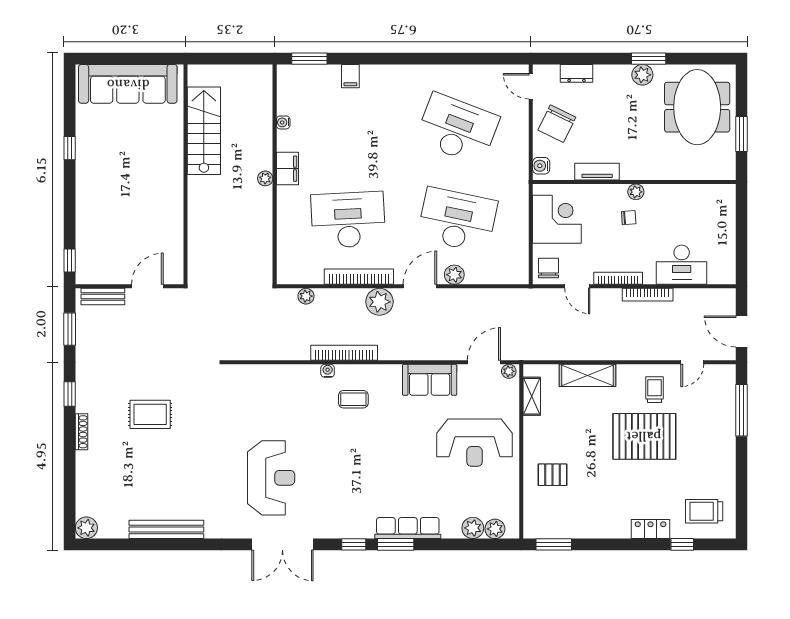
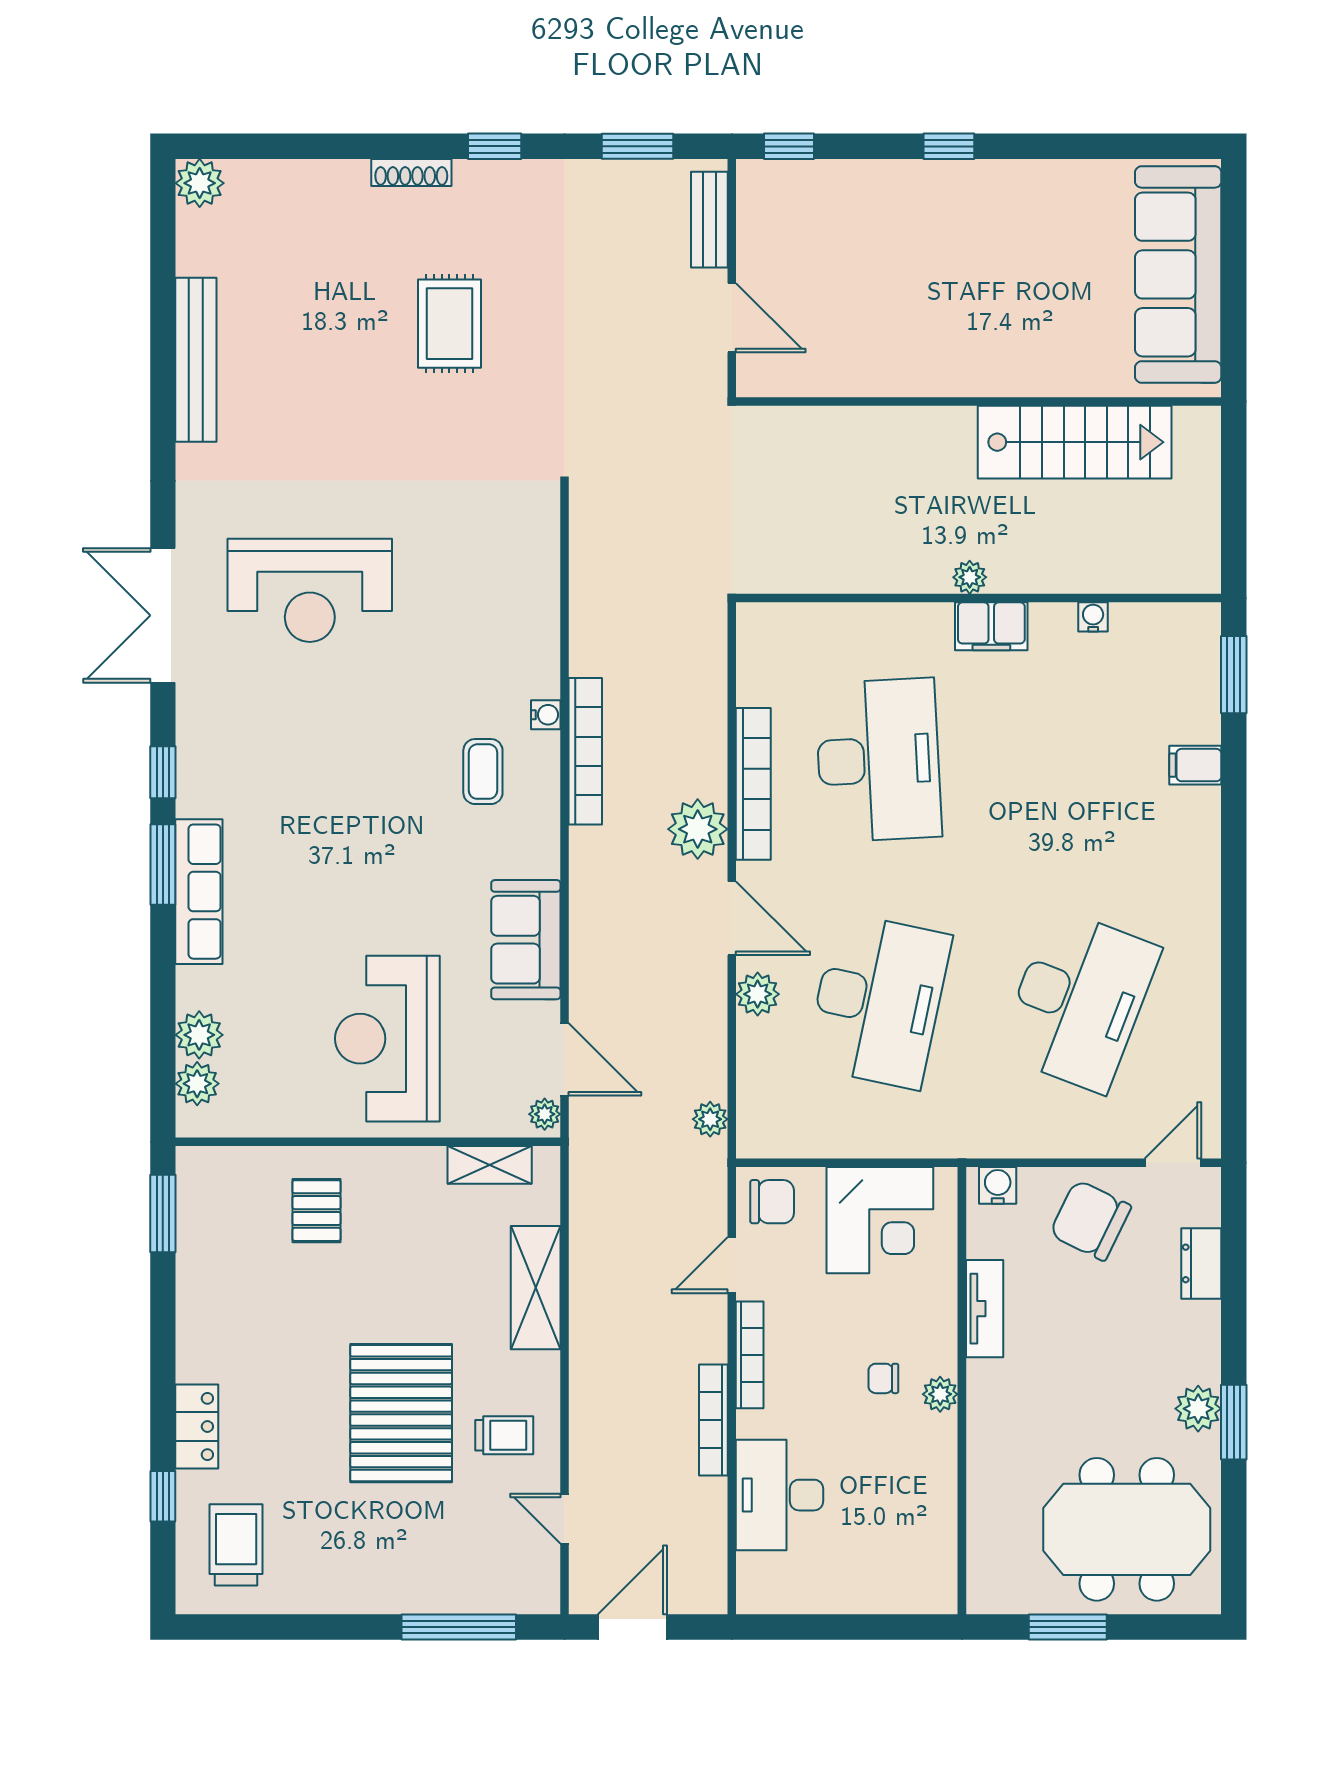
window: (70, 148) -> (949, 146), moved
chair: (629, 218) -> (883, 1378), turned 94
plant: (306, 296) -> (710, 1119), moved

